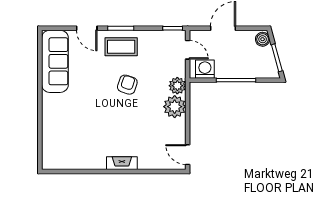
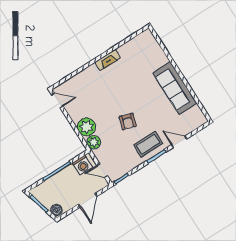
sofa: (55, 61) -> (175, 88), moved
fireplace: (122, 163) -> (108, 60), moved

